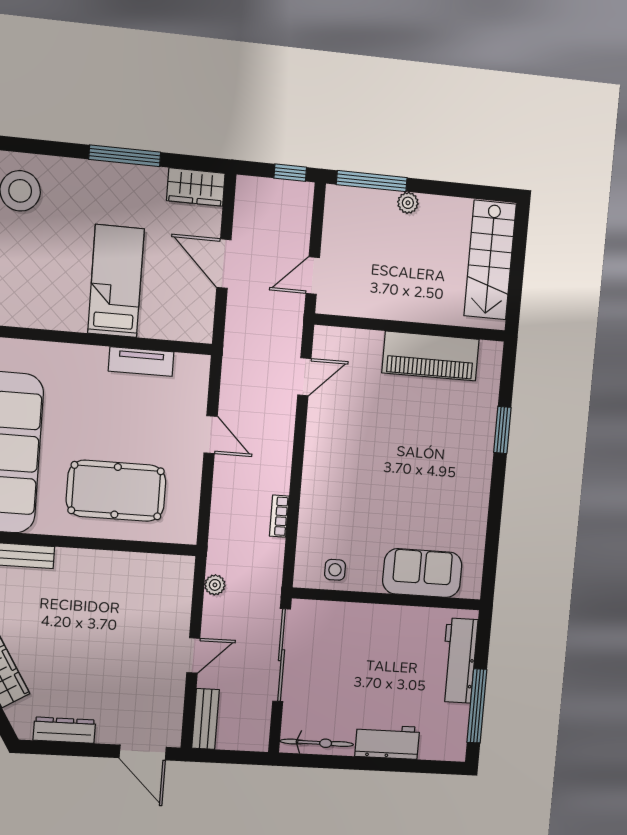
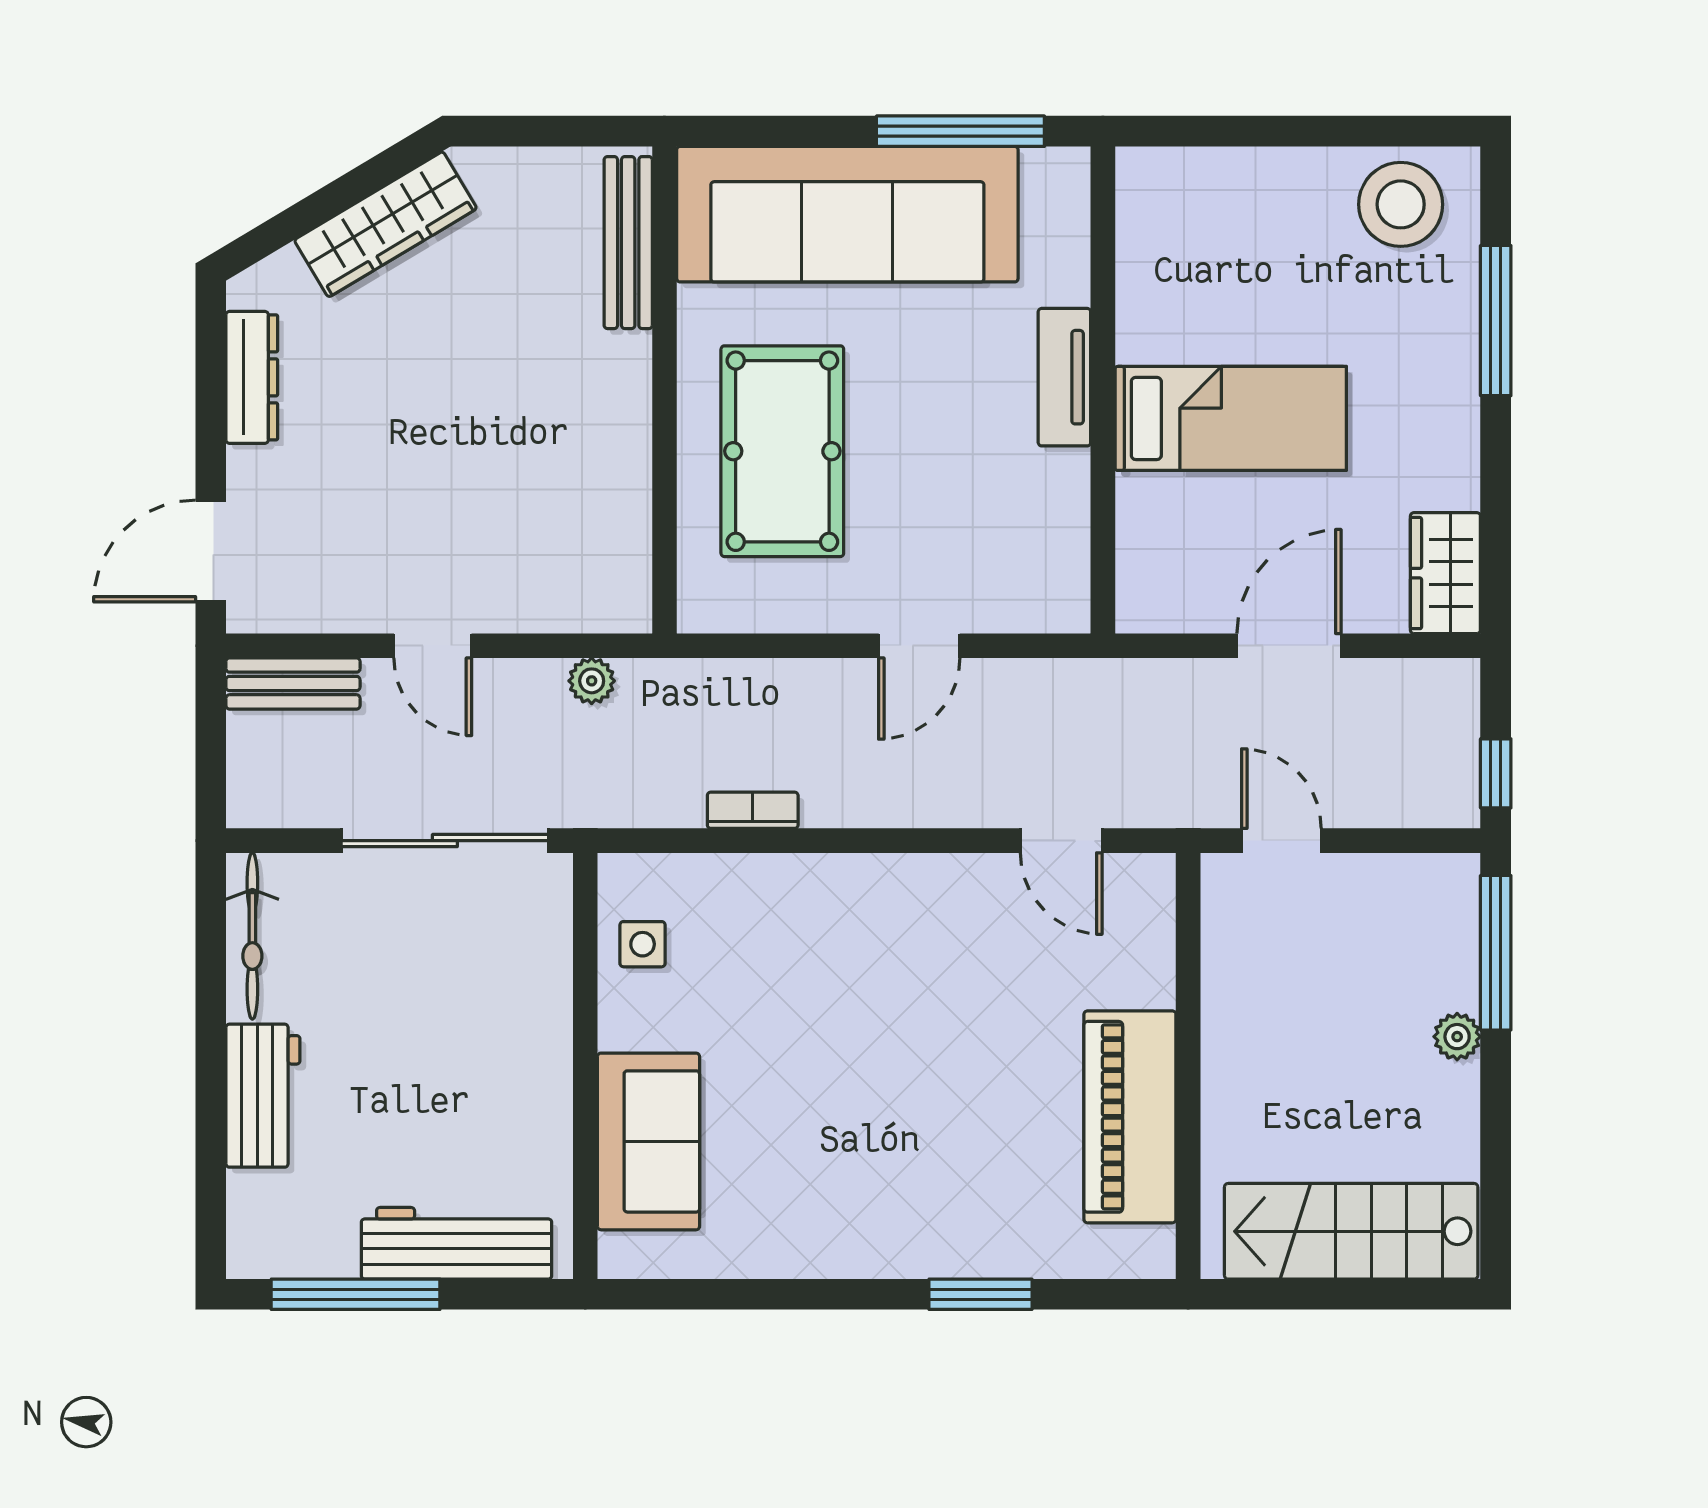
window: (125, 156) -> (1496, 321), moved
tv unit: (141, 361) -> (1064, 377), moved

